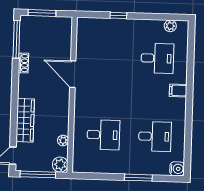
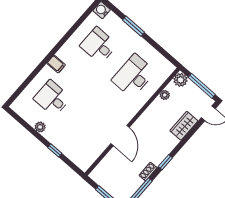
plant: (170, 26) -> (40, 127), moved
window: (15, 83) -> (165, 162), added
wardrobe: (25, 120) -> (184, 126), width x0.67
desk: (103, 135) -> (133, 76), width x1.37

